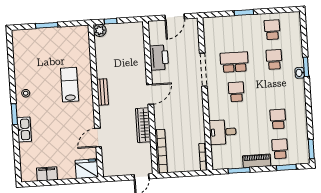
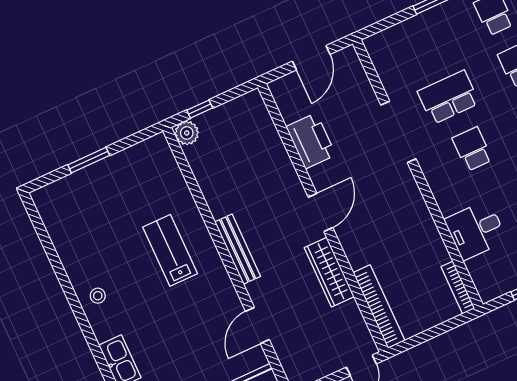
bench: (102, 92) -> (238, 249), width x1.36
window: (14, 114) -> (92, 341), removed

